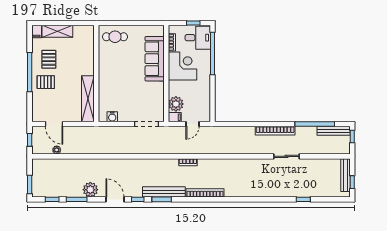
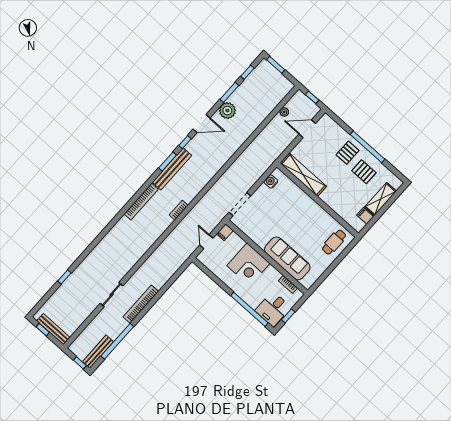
filing cabinet: (37, 31) -> (365, 216), moved
corner desk: (183, 66) -> (248, 265), moved
plant: (176, 104) -> (235, 243), removed

